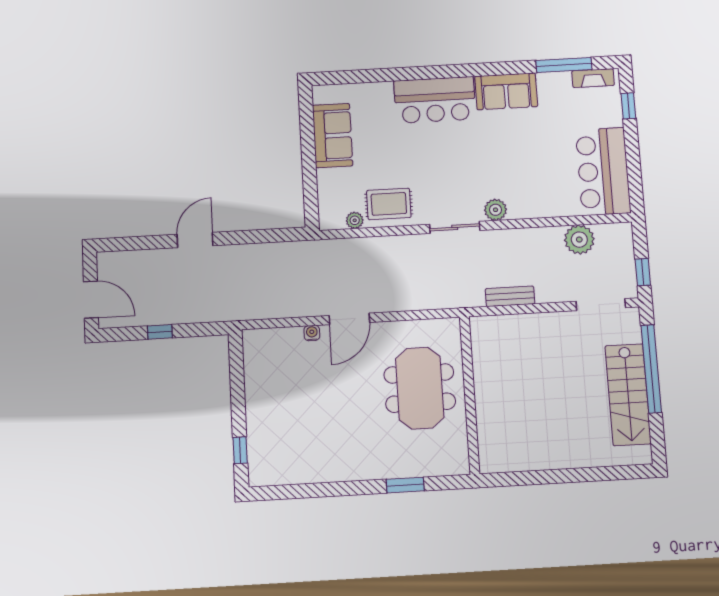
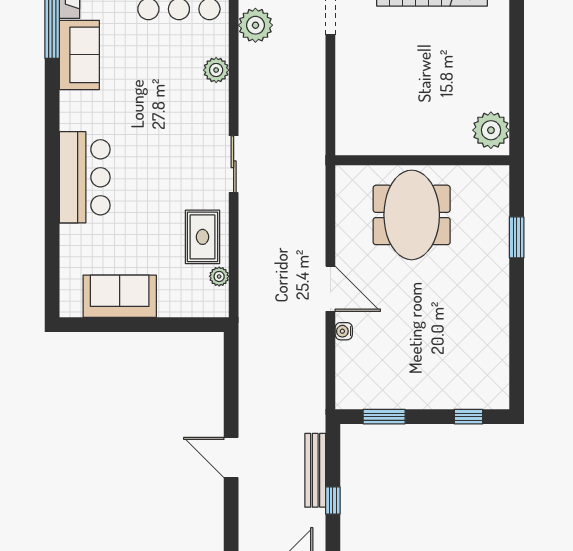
sofa: (506, 91) -> (79, 55), moved
plant: (496, 210) -> (216, 70), moved
bench: (510, 296) -> (315, 470), moved, width x1.36
window: (237, 374) -> (384, 417), added
meeting table: (420, 388) -> (412, 215), turned 90
plant: (501, 456) -> (491, 130), added

